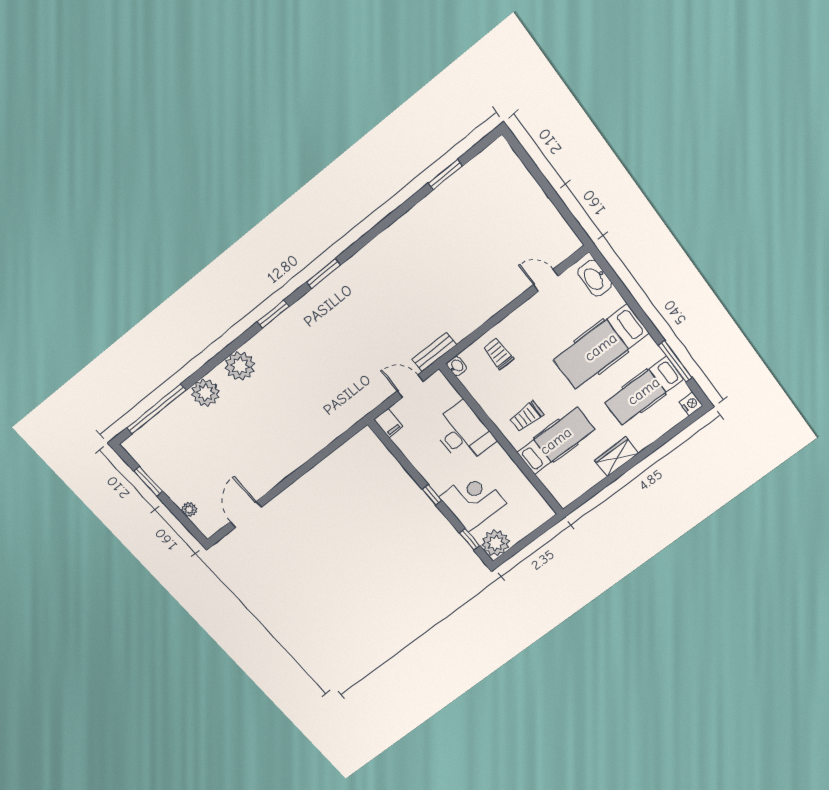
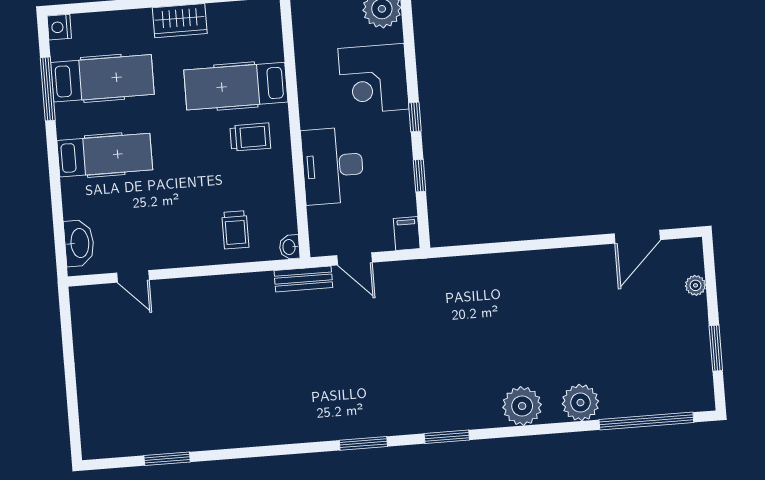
hospital bed: (601, 347) -> (105, 155), width x0.73, depth x0.78
window: (470, 539) -> (420, 176), moved

